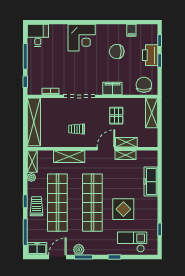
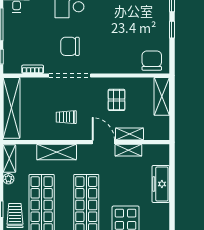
chair: (117, 52) -> (70, 46), moved
printer: (150, 55) -> (160, 23), removed
filing cabinet: (112, 89) -> (112, 65), removed
door: (106, 149) -> (103, 142), hinge flipped

